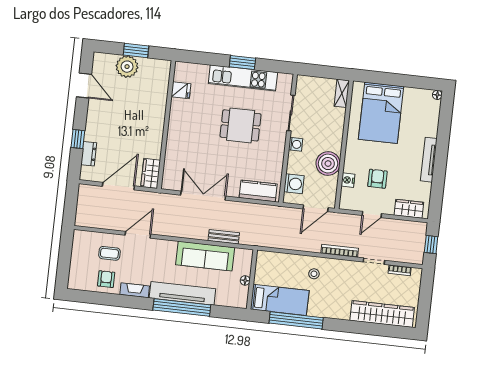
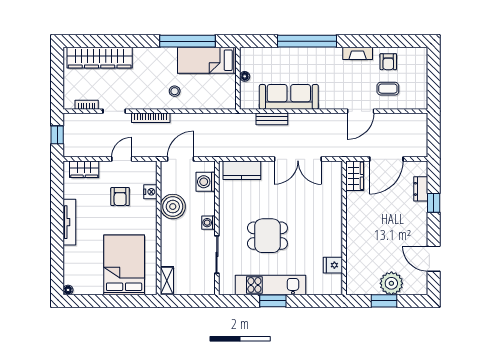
tv unit: (182, 293) -> (308, 56), removed

